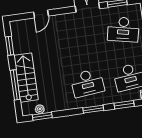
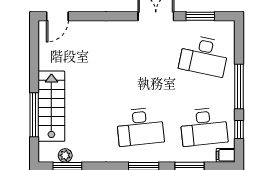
door: (41, 14) -> (57, 16), moved
window: (10, 46) -> (34, 56), removed

